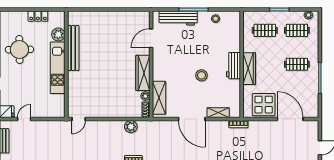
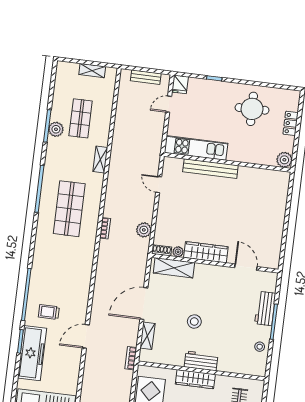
locker: (38, 16) -> (291, 123), moved
workbench: (178, 18) -> (265, 308), width x0.73
plant: (58, 34) -> (284, 160), moved
bench: (73, 48) -> (210, 169), moved
kitchen unit: (58, 68) -> (196, 148), moved
door: (24, 119) -> (169, 104), swing flipped
door: (79, 119) -> (159, 185), moved

